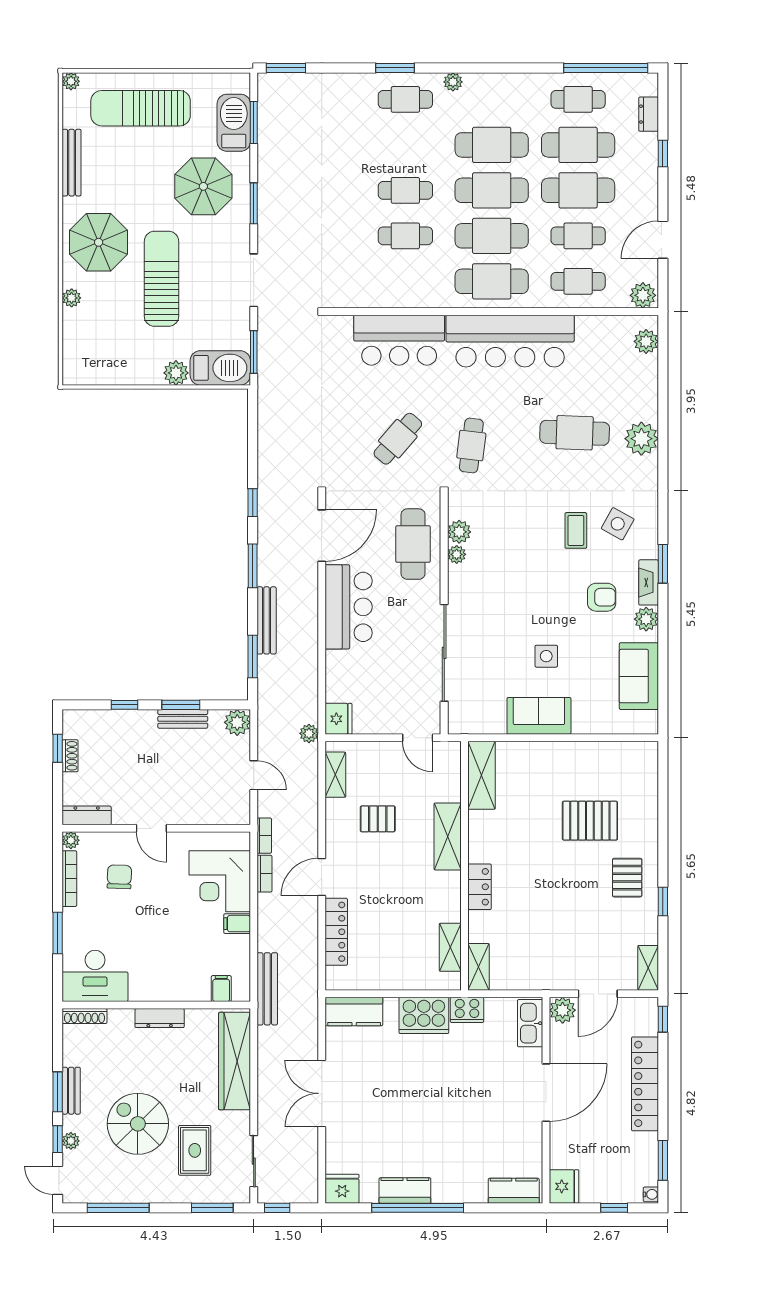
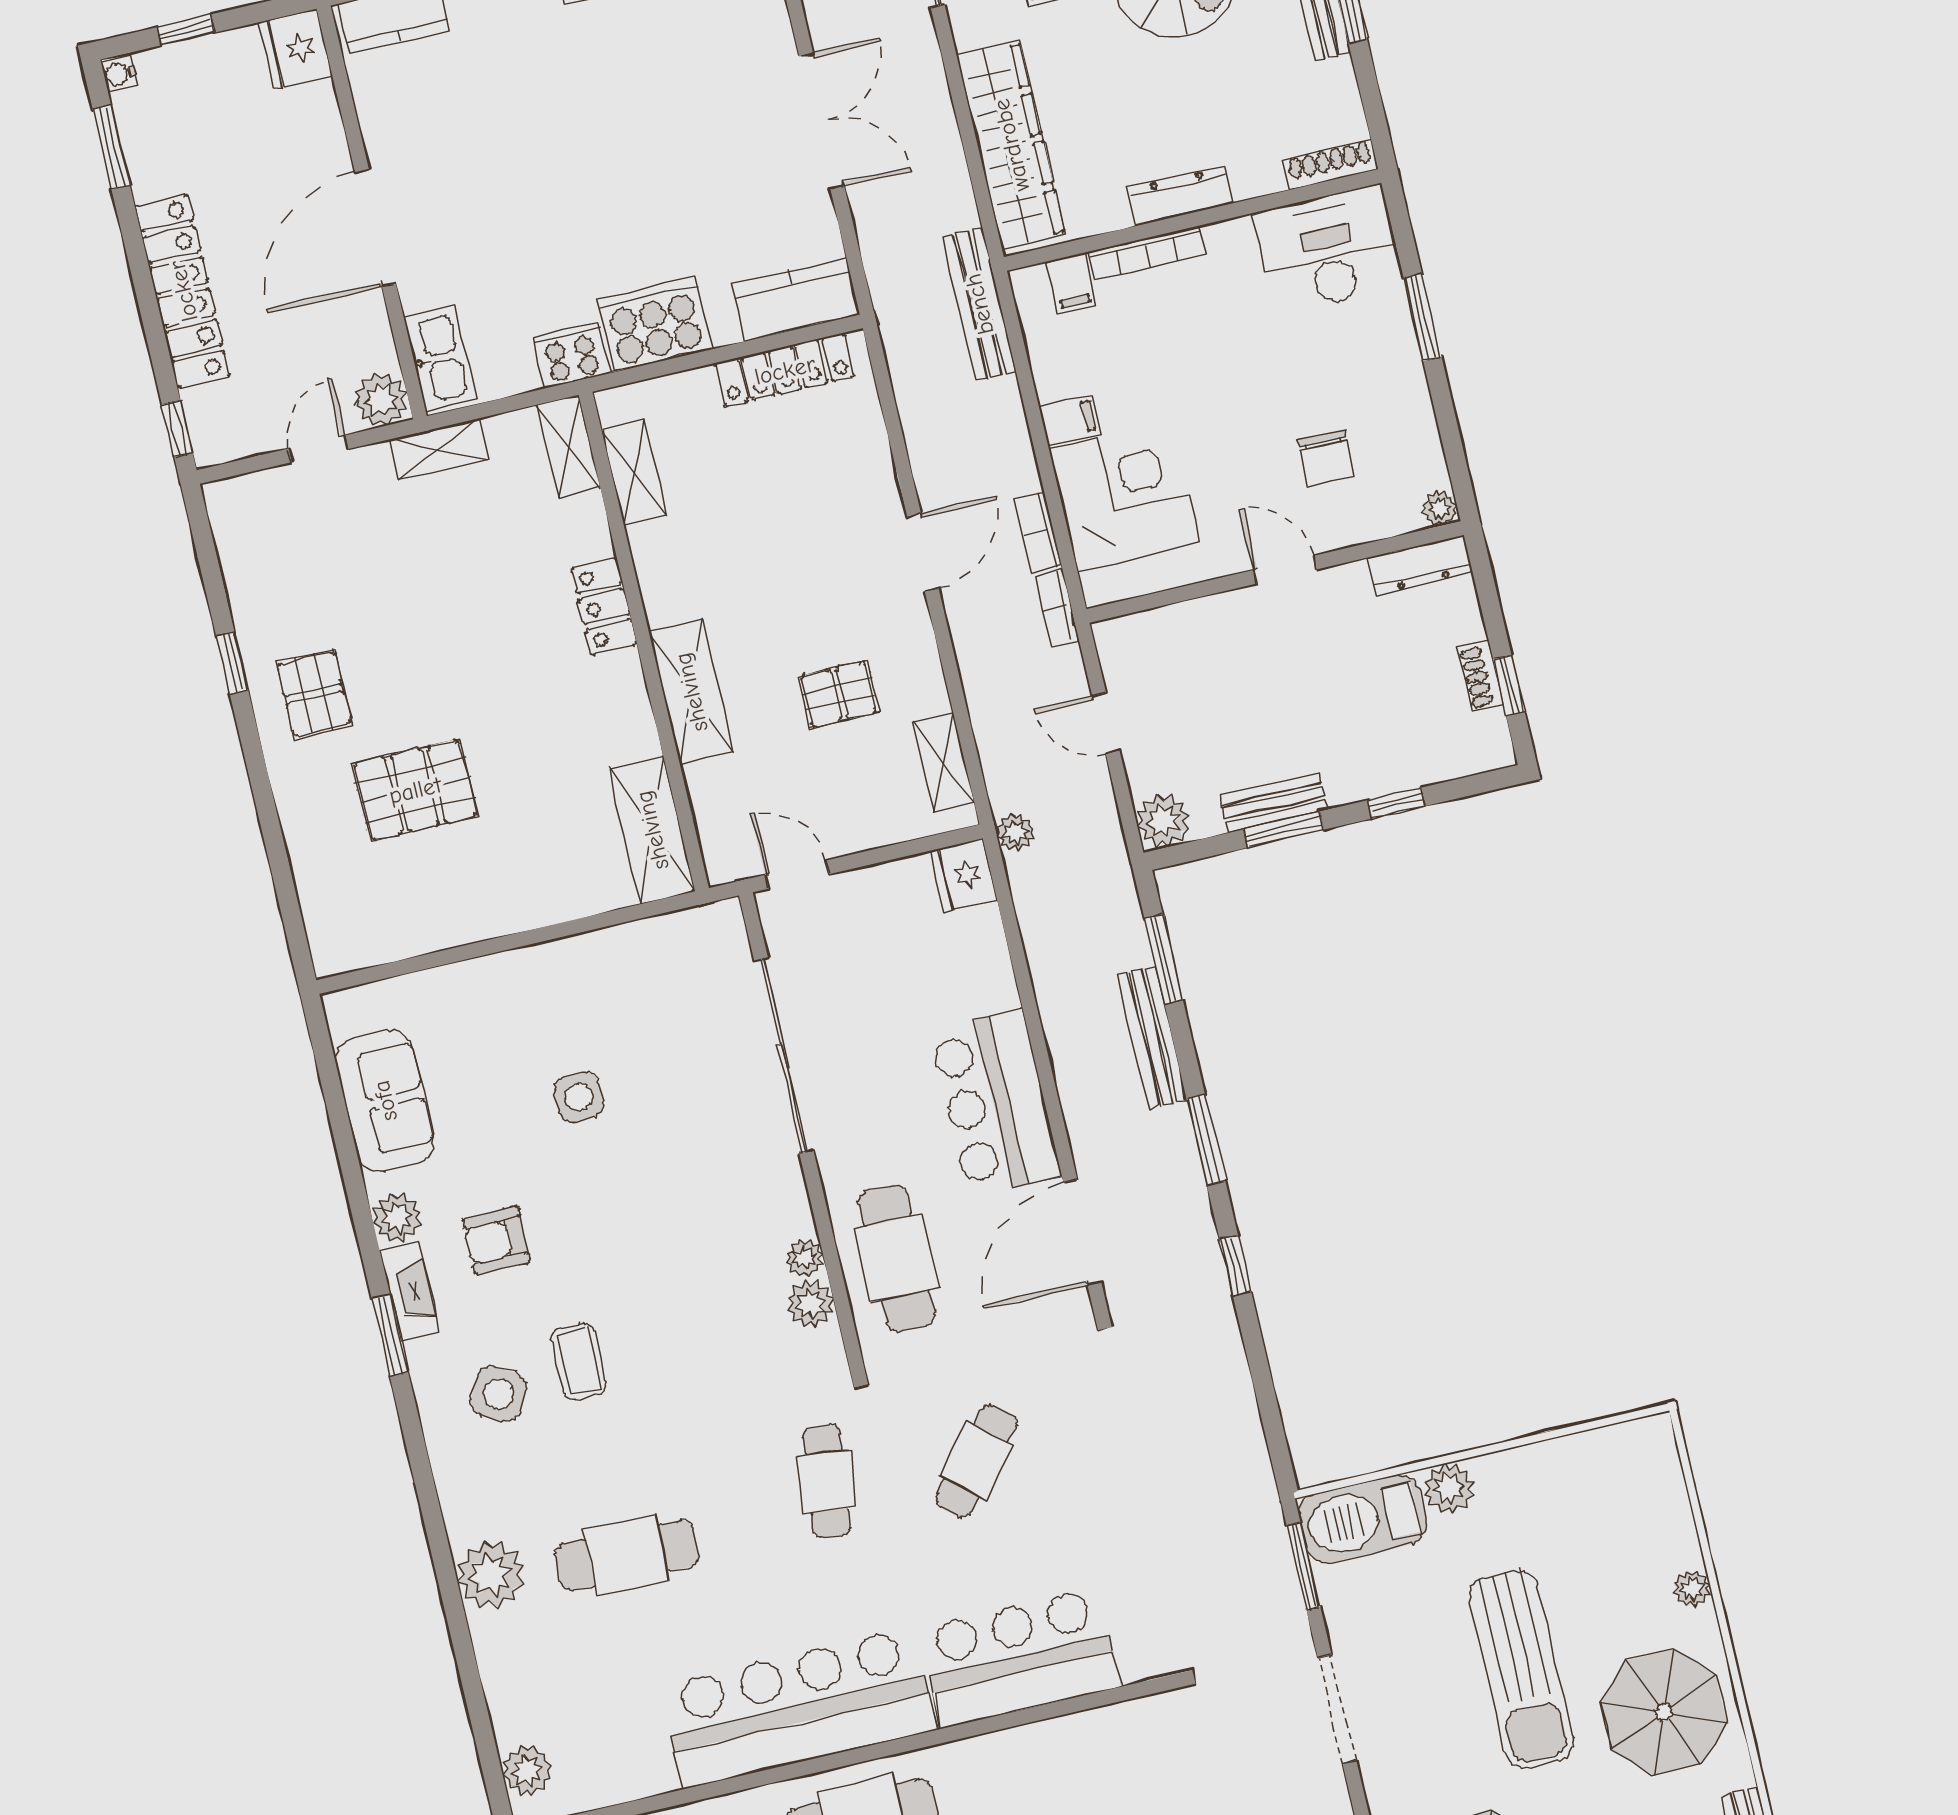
sofa: (539, 716) -> (566, 975), removed
bookcase: (69, 879) -> (1147, 253), moved, turned -90
locker: (336, 932) -> (785, 370), moved, turned -90
shelving: (648, 968) -> (438, 449), moved, turned 90
door: (598, 994) -> (318, 449), width x0.73

